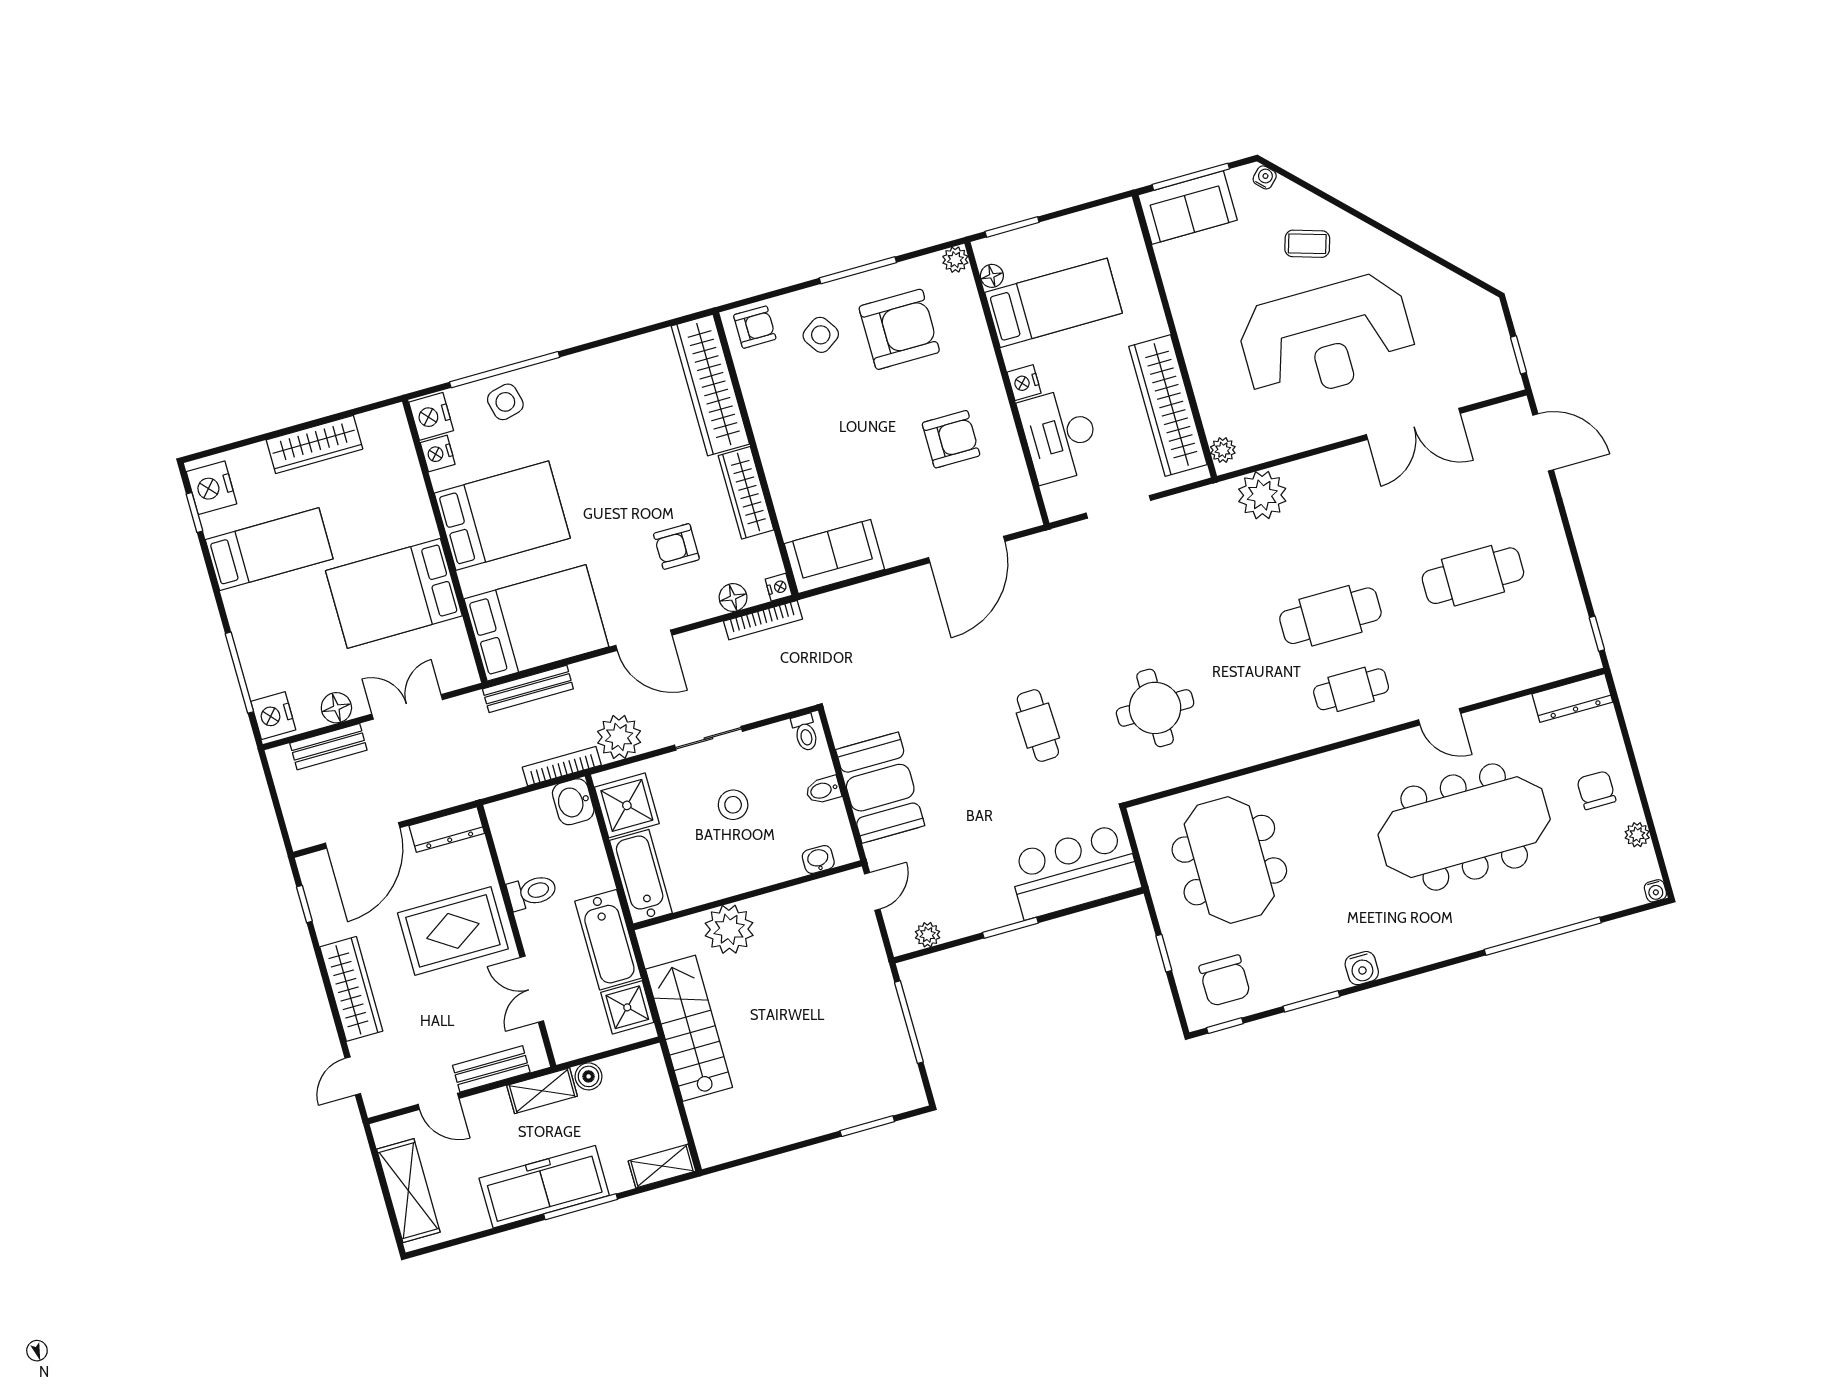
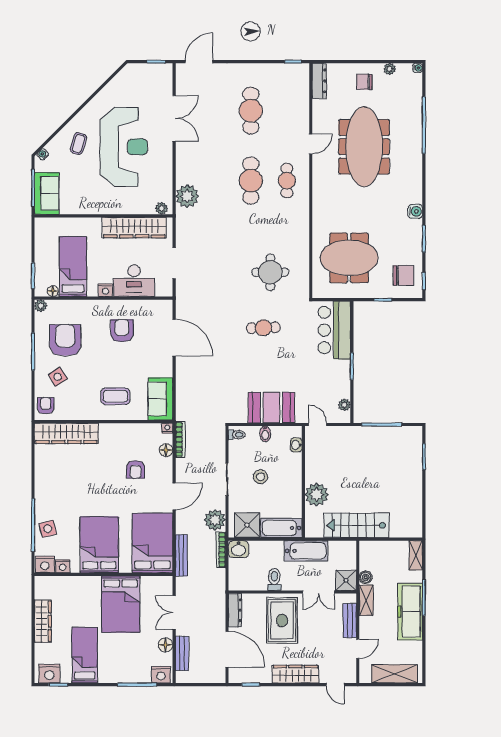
coffee table: (814, 463) -> (115, 396), added
wardrobe: (746, 493) -> (120, 431), removed
shower: (627, 1007) -> (346, 580), moved

